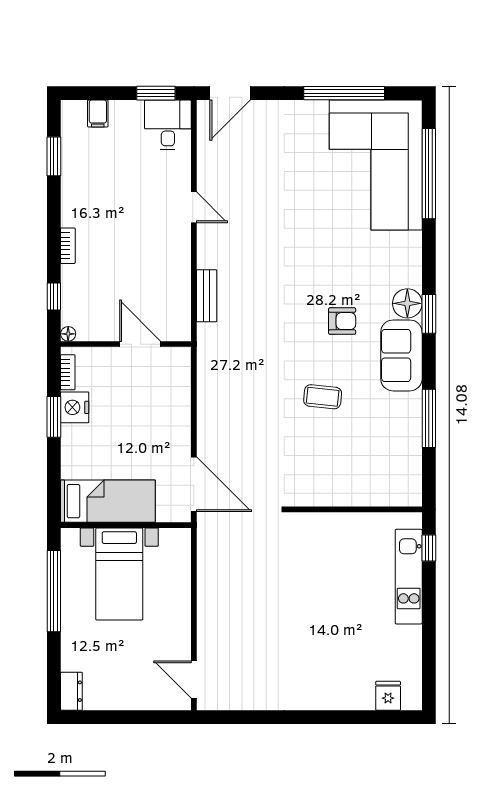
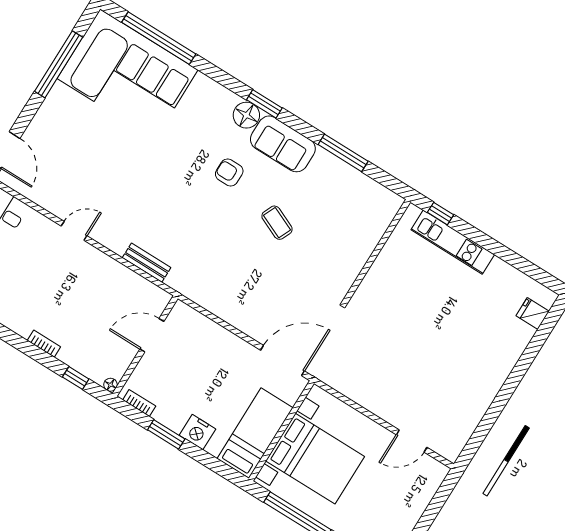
armchair: (342, 321) -> (229, 172), turned -90
coffee table: (323, 397) -> (277, 223), turned -72
nightstand: (75, 407) -> (197, 432), moved
bed with nightstands: (119, 574) -> (315, 459), width x1.36
door: (194, 680) -> (412, 441), moved

